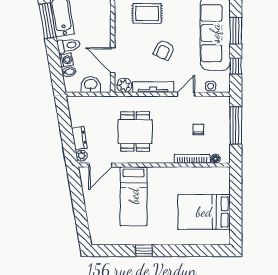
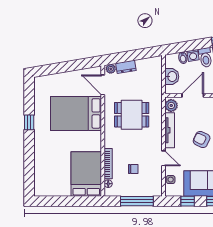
bed: (134, 196) -> (76, 113), width x1.50
bed: (204, 212) -> (86, 174), moved

